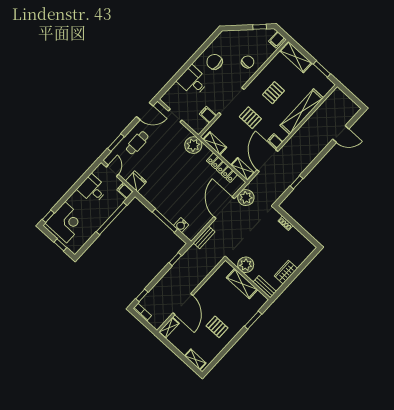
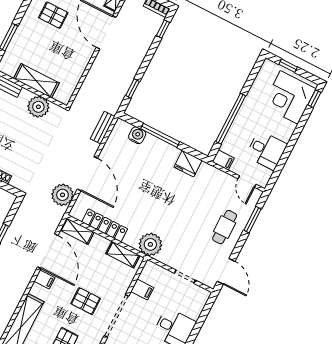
door: (145, 111) -> (226, 271), swing flipped
fridge: (136, 181) -> (188, 164), moved

